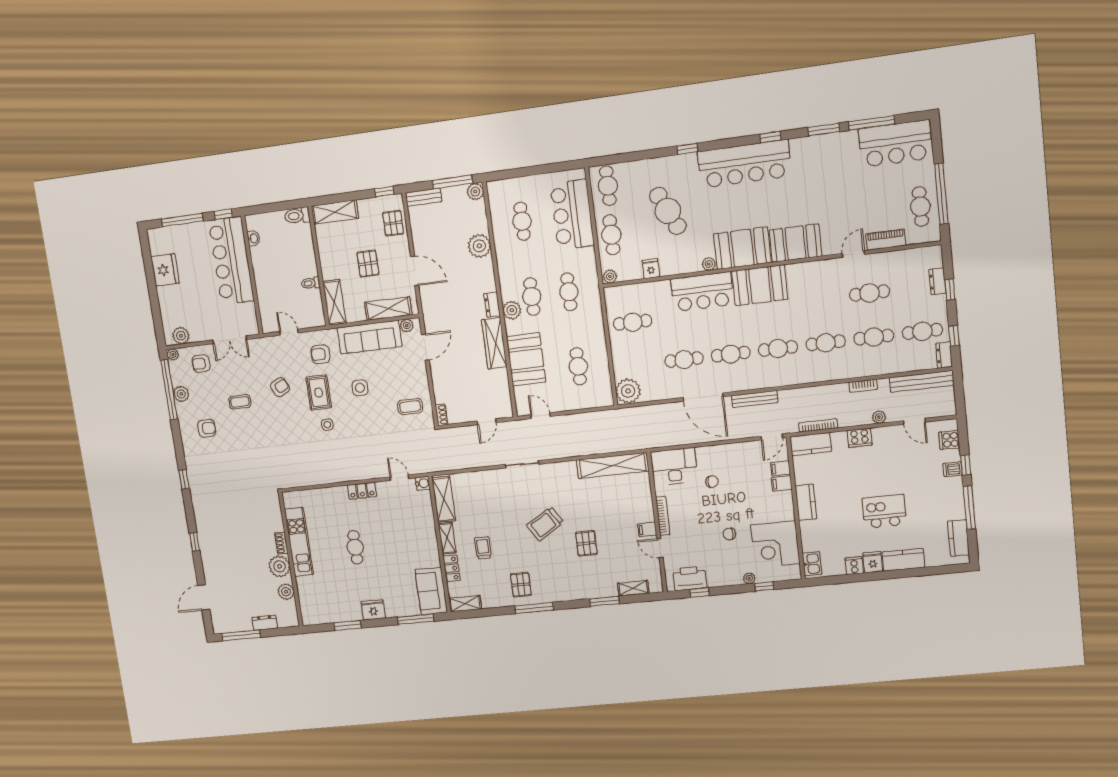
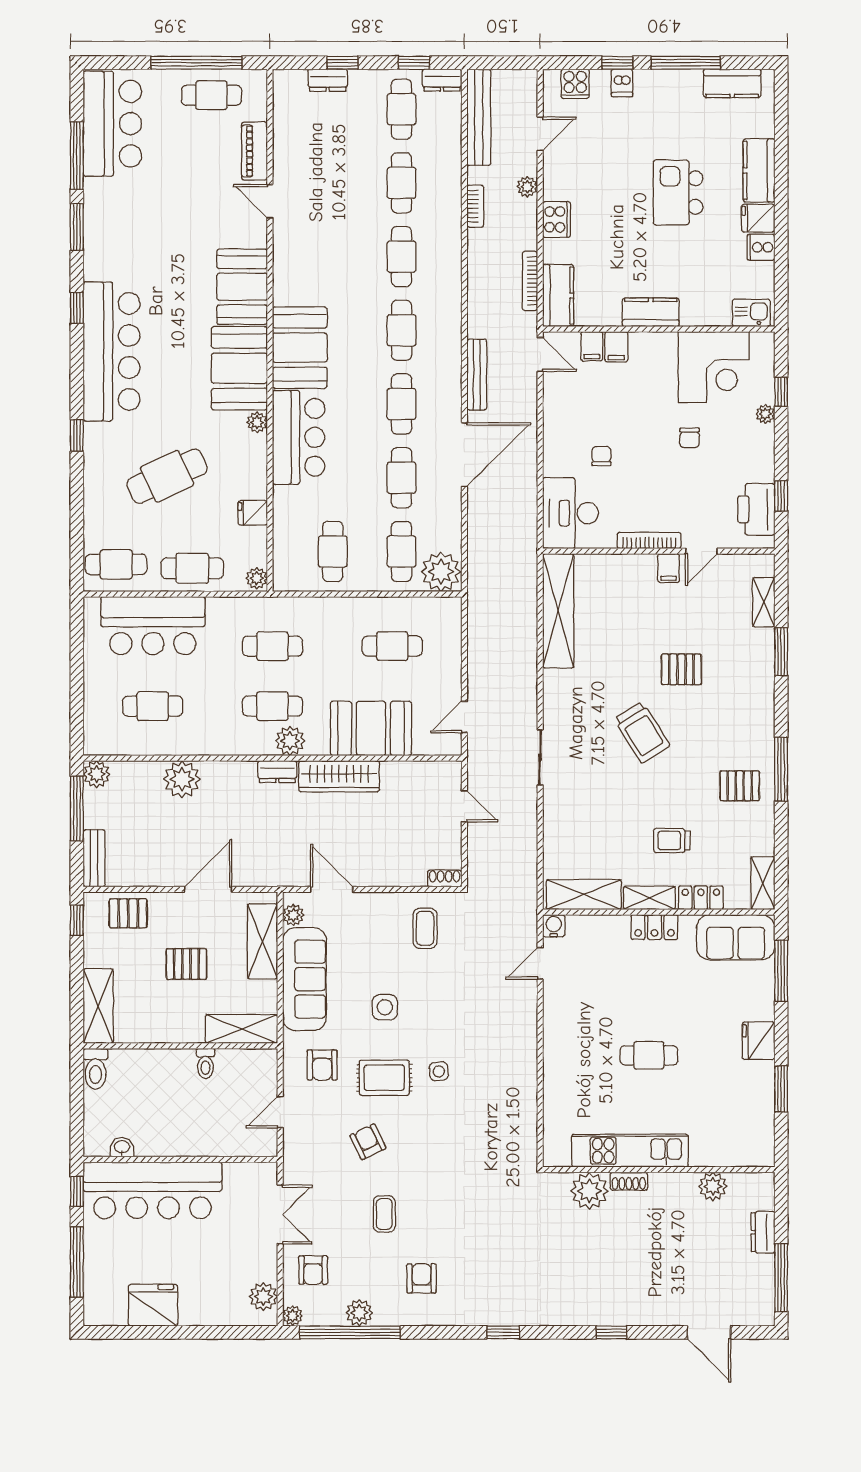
cafe table: (869, 293) -> (402, 551), moved
locker: (362, 491) -> (655, 927), moved, turned 90
plant: (279, 566) -> (589, 1191), moved

